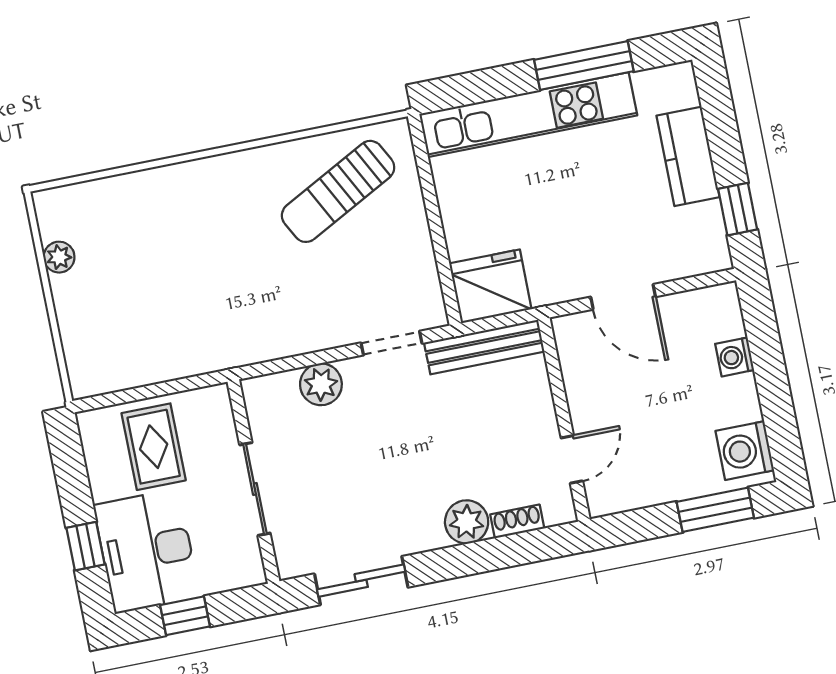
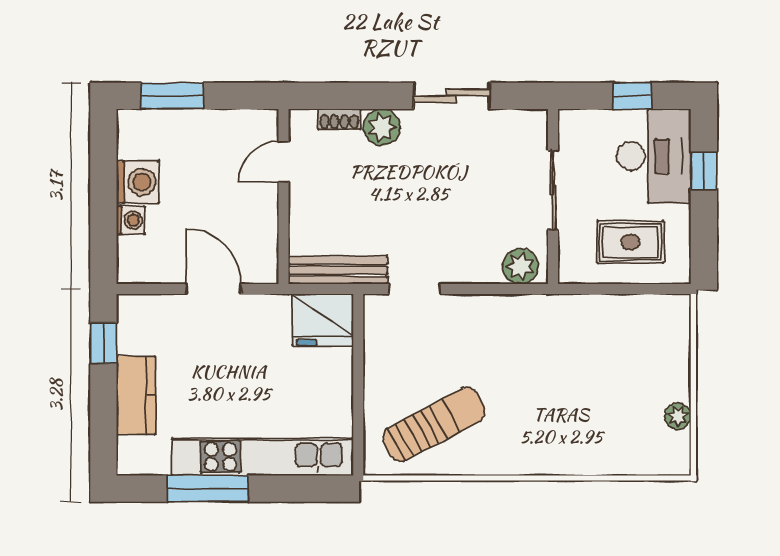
plant: (321, 384) -> (520, 266), moved
rug: (154, 447) -> (631, 242), turned 90
washing machine: (745, 451) -> (138, 182), moved
sliding door: (361, 581) -> (452, 96), moved

